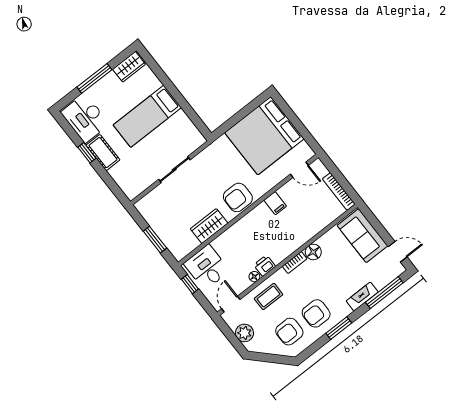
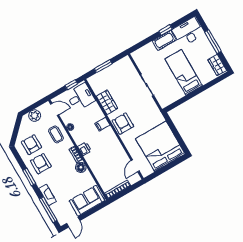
filing cabinet: (275, 203) -> (102, 124), moved
printer: (265, 266) -> (85, 149), moved

